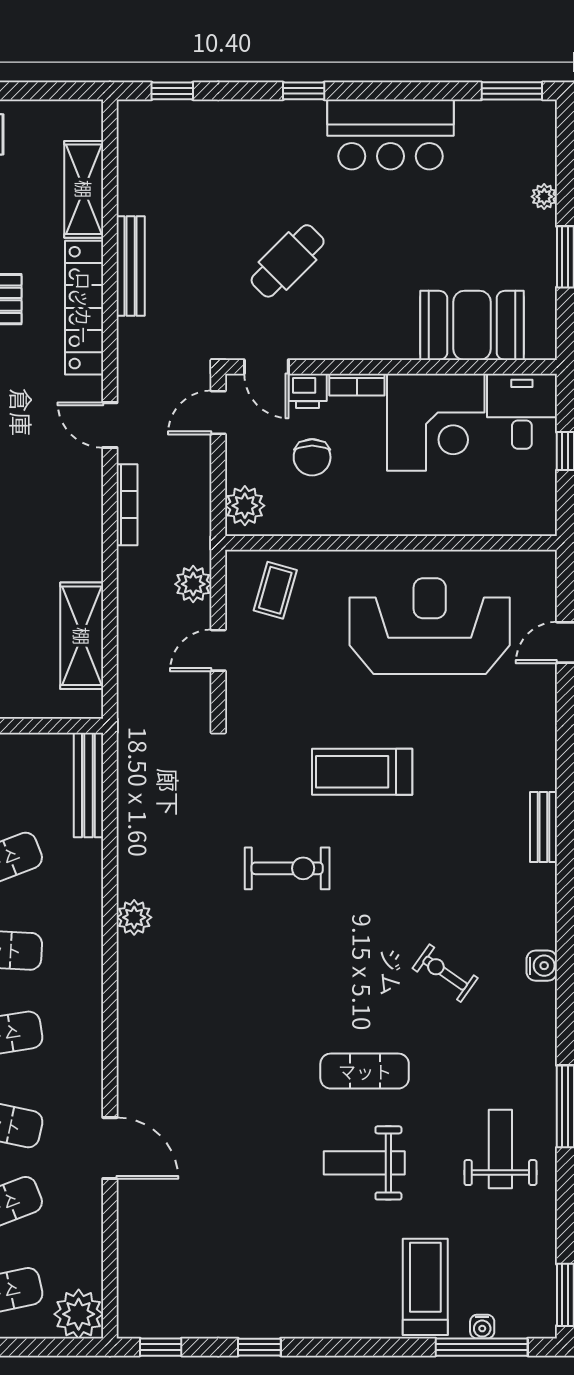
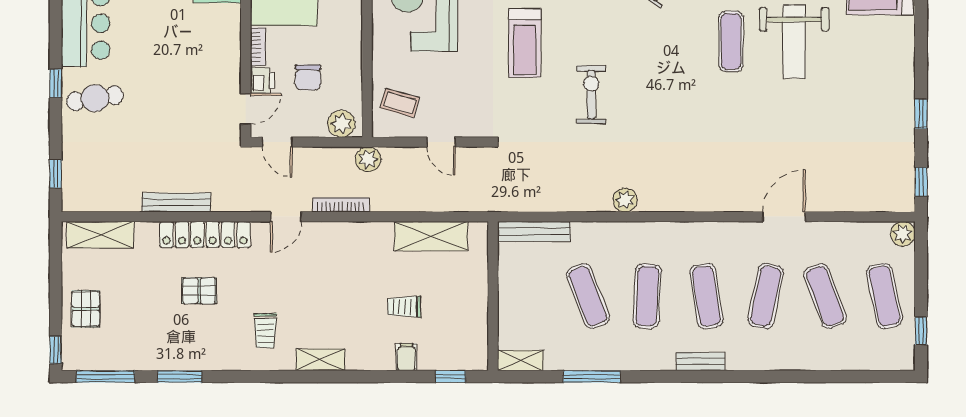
shelving: (84, 189) -> (100, 235), moved
cafe table: (288, 261) -> (95, 98), moved, turned -54
chair: (312, 457) -> (308, 77), turned 90
plant: (193, 584) -> (368, 159), moved
weight bench: (364, 1163) -> (794, 42), width x1.36, depth x1.33
plant: (79, 1314) -> (903, 234), width x0.73, depth x0.73

